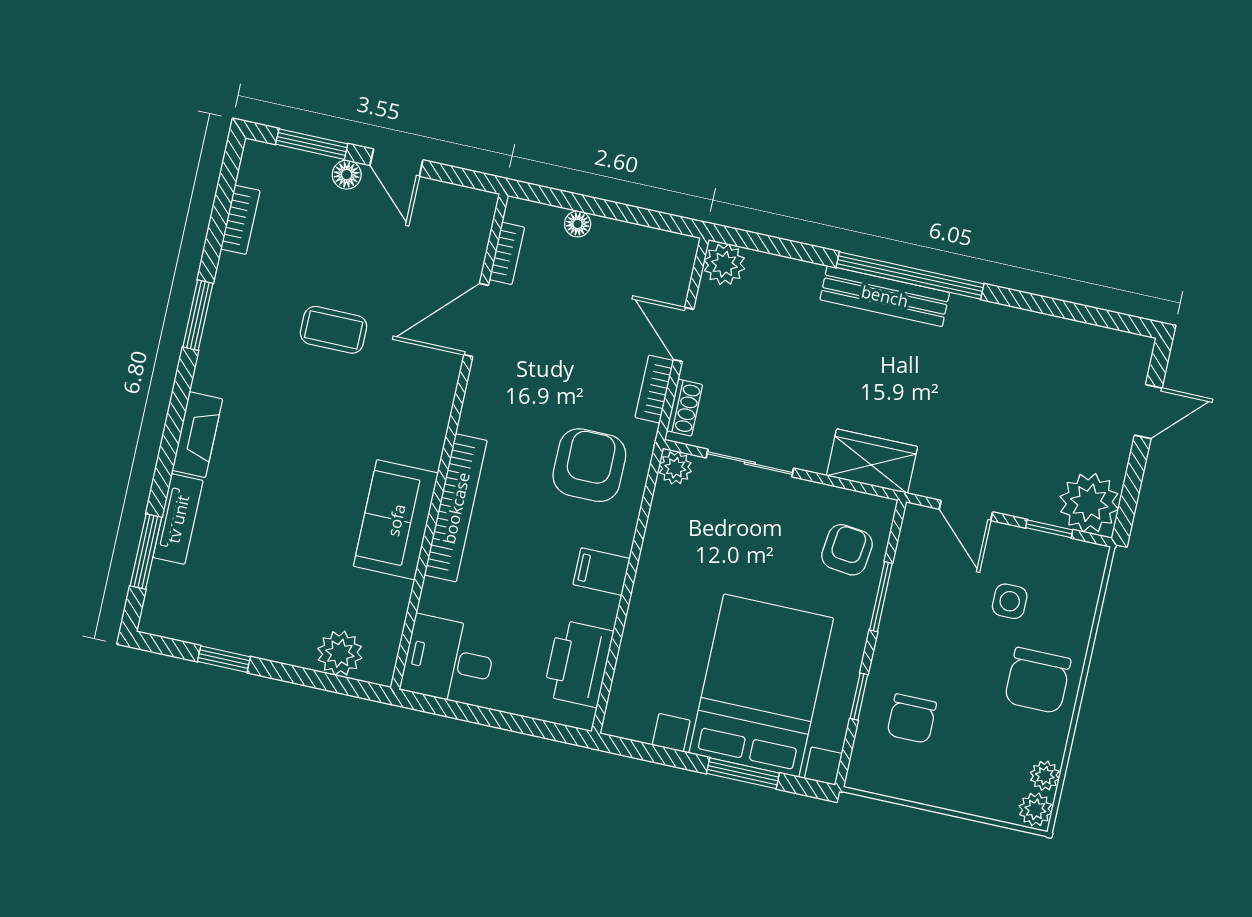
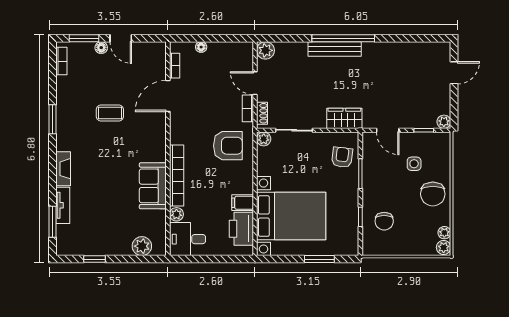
bookcase: (240, 220) -> (61, 61), moved
armchair: (589, 465) -> (228, 146), turned 90
plant: (1089, 503) -> (444, 122), width x0.53, depth x0.53
filing cabinet: (601, 572) -> (243, 203), moved
plant: (436, 597) -> (176, 214), added
bed with nightstands: (761, 686) -> (291, 216), moved, turned 90

